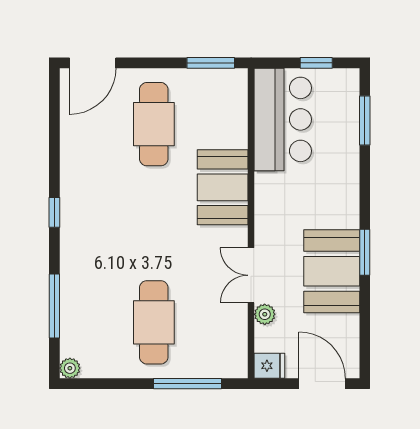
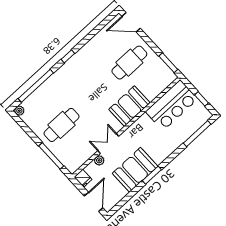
window: (365, 120) -> (197, 134), width x1.44
window: (54, 306) -> (36, 86), width x1.46

